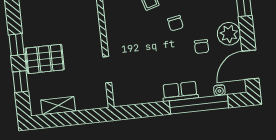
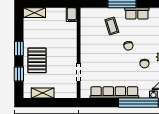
pallet: (45, 59) -> (37, 60), turned 90
row of seats: (180, 91) -> (114, 92), width x2.02

